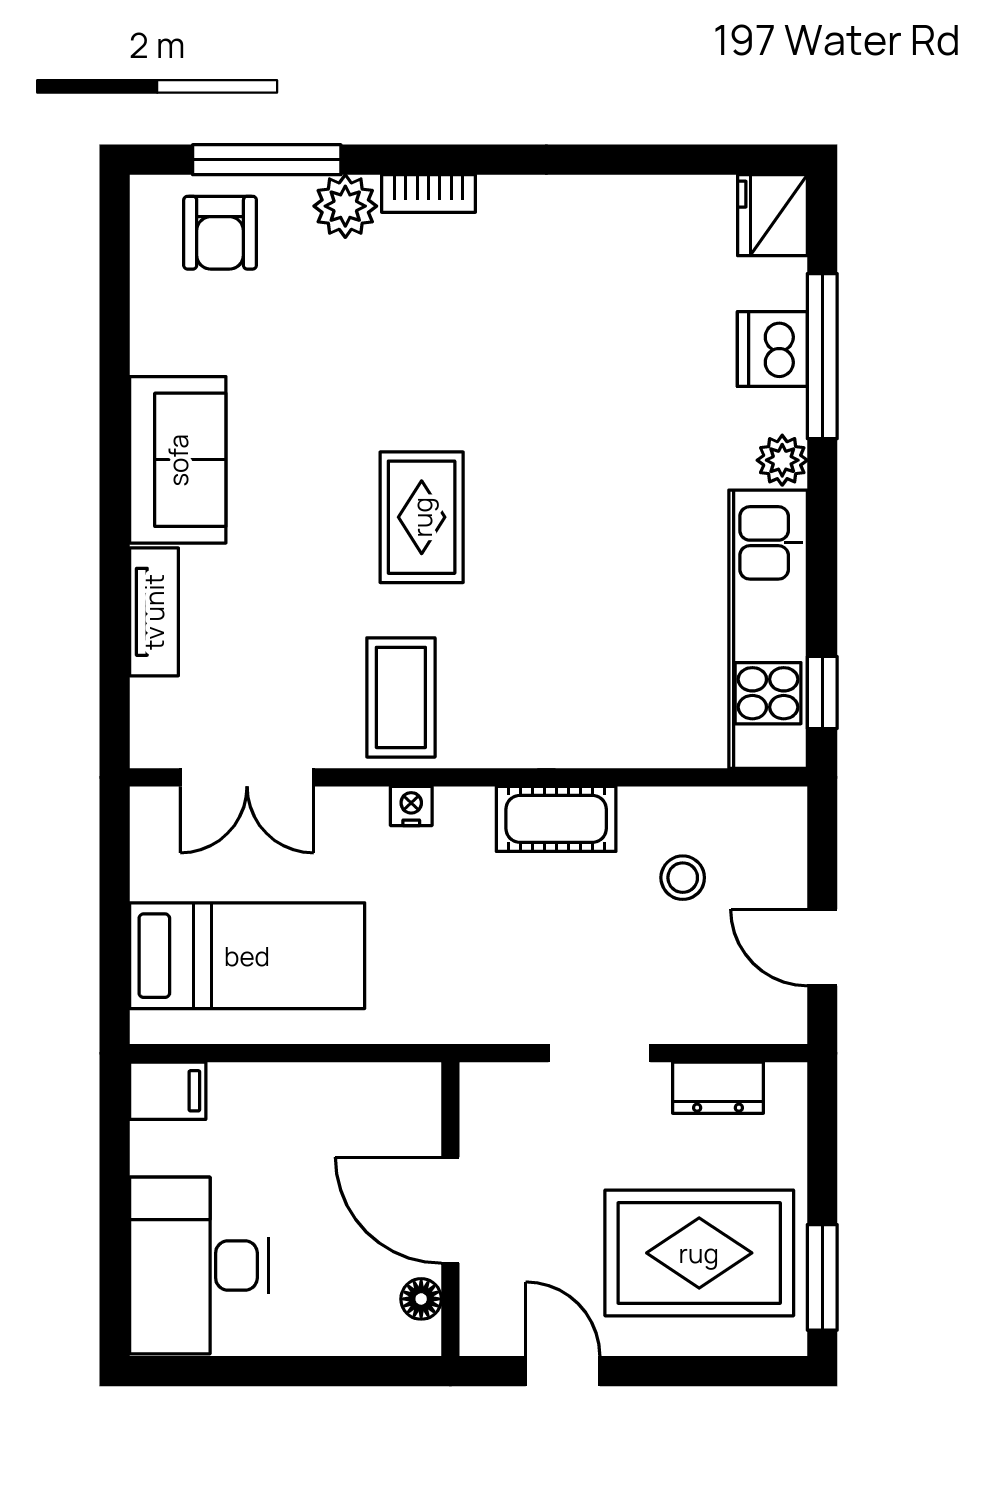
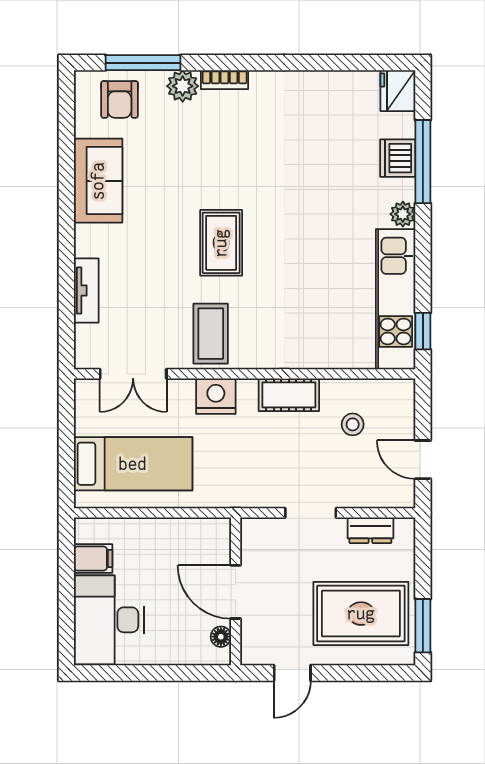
sofa: (178, 460) -> (98, 181), moved
nightstand: (411, 806) -> (216, 396), width x1.89, depth x1.79
filing cabinet: (168, 1091) -> (93, 559), moved
door: (563, 1371) -> (292, 673), swing flipped

